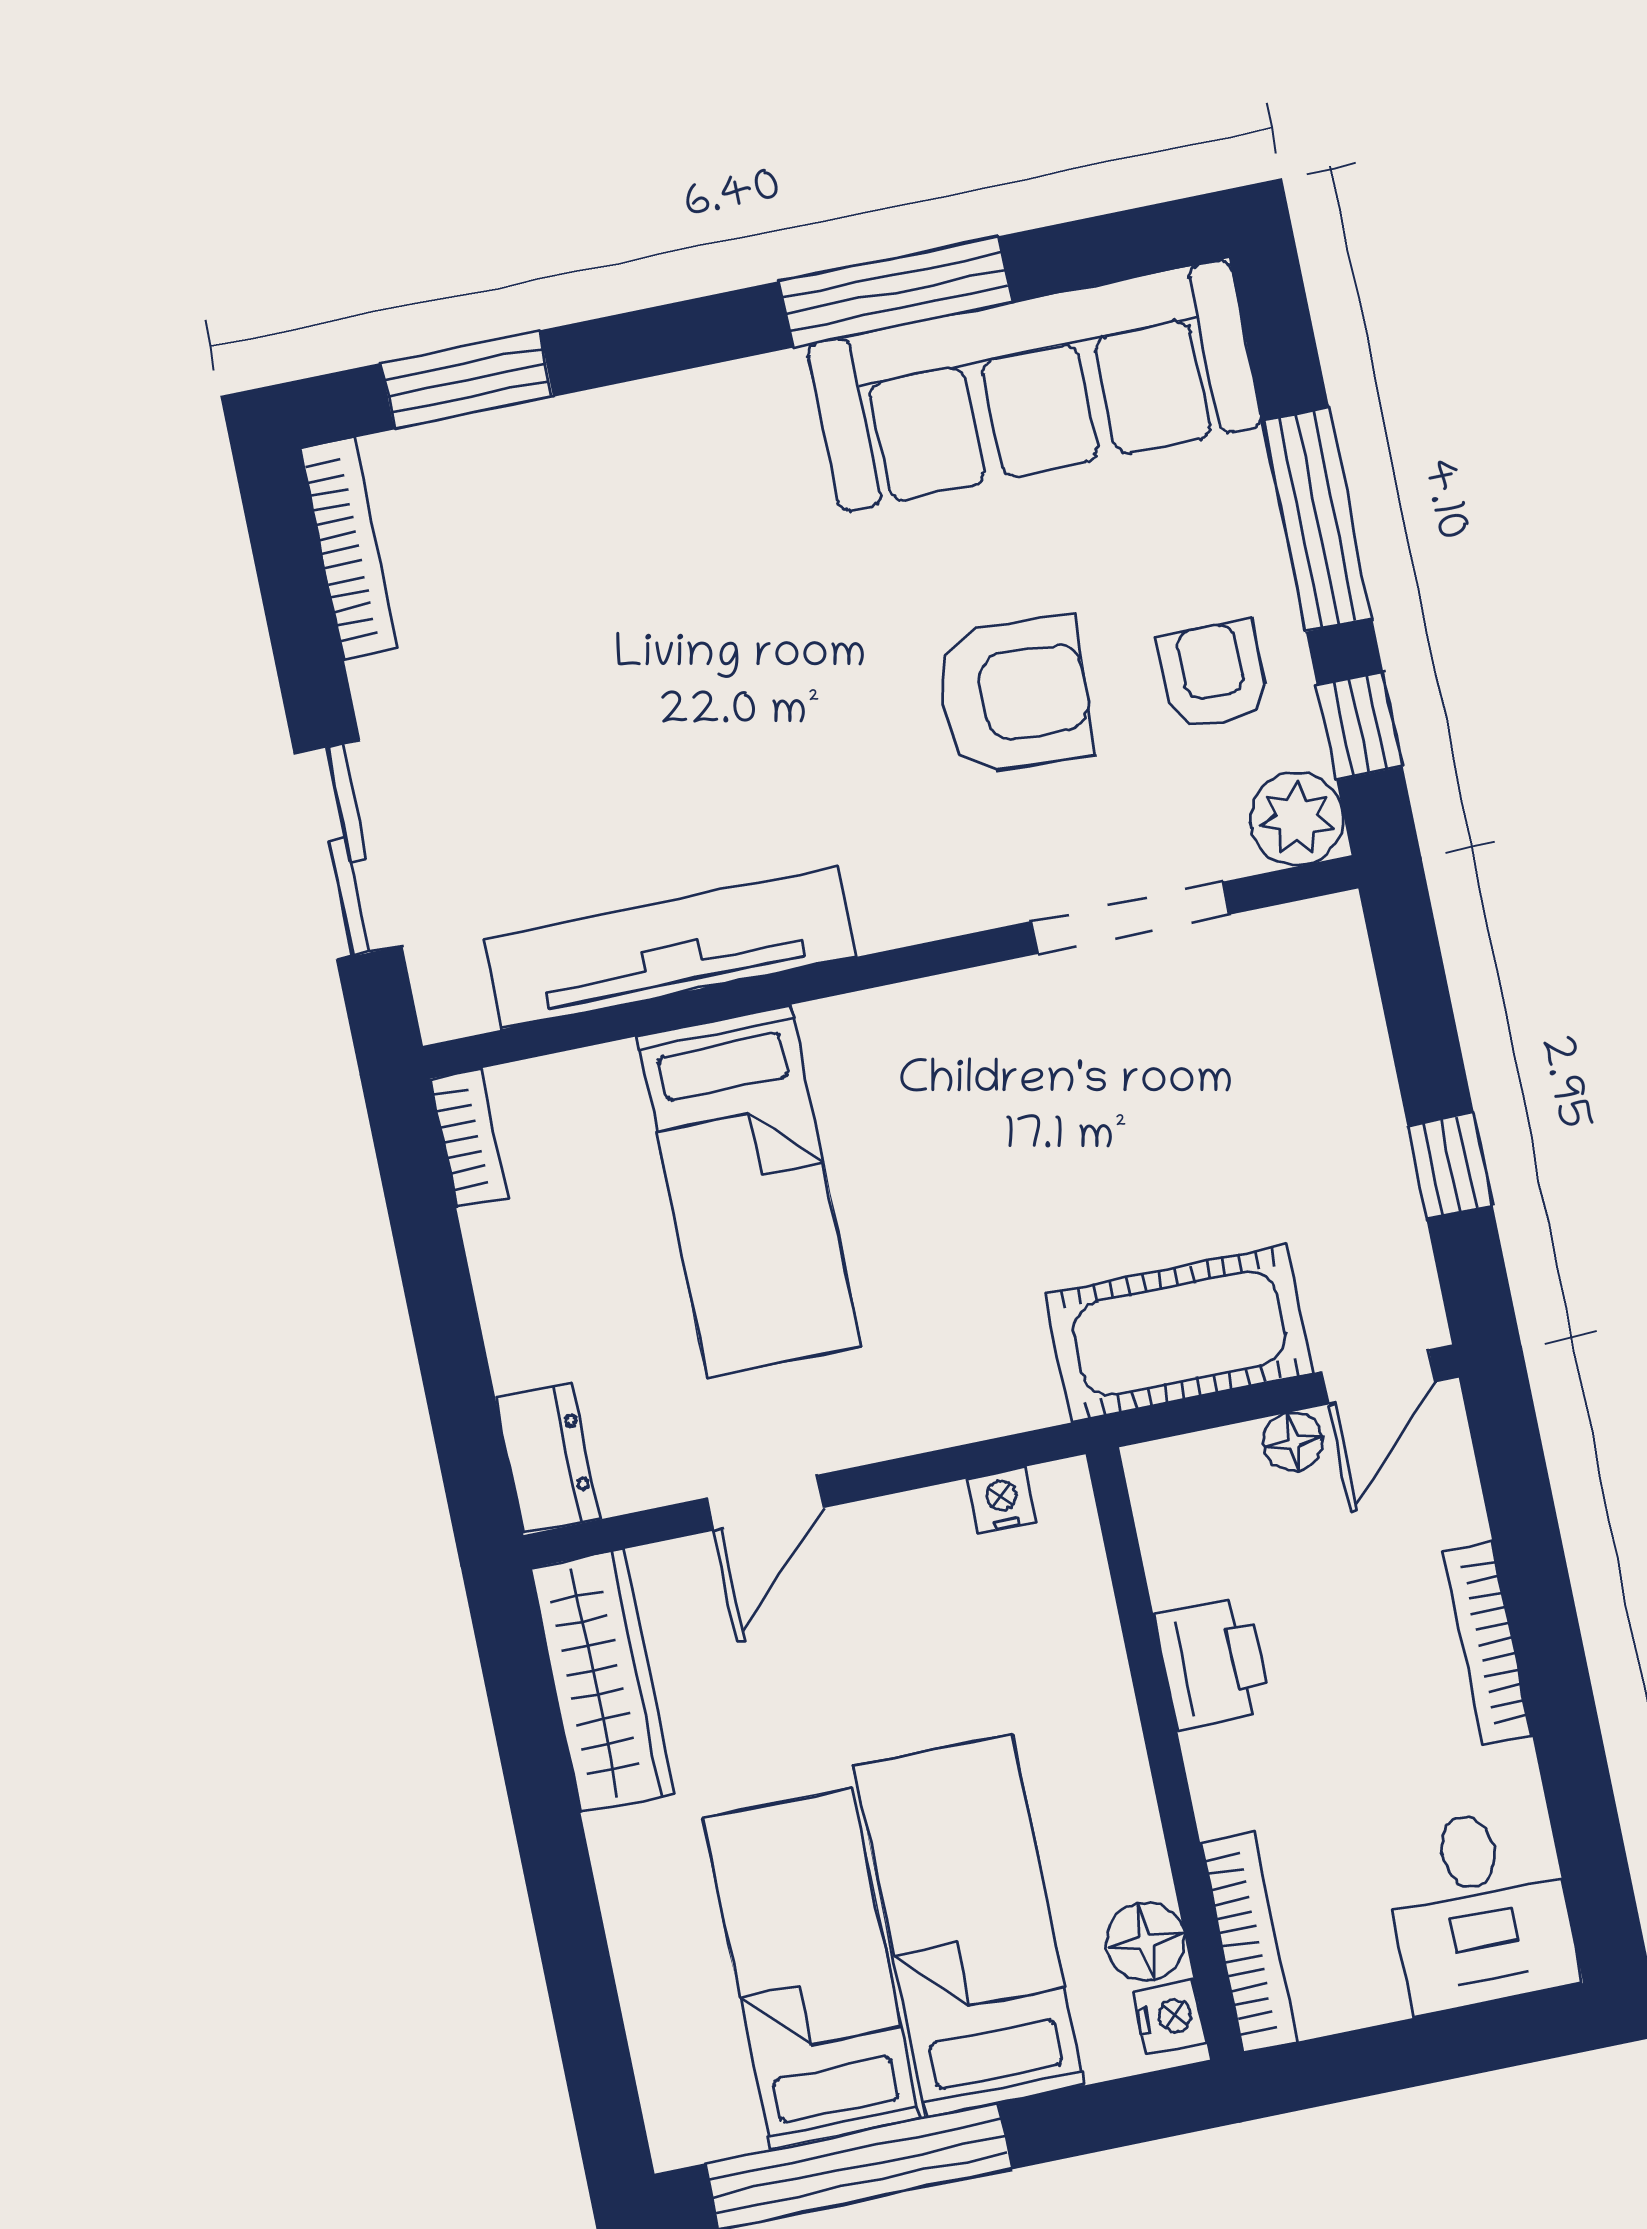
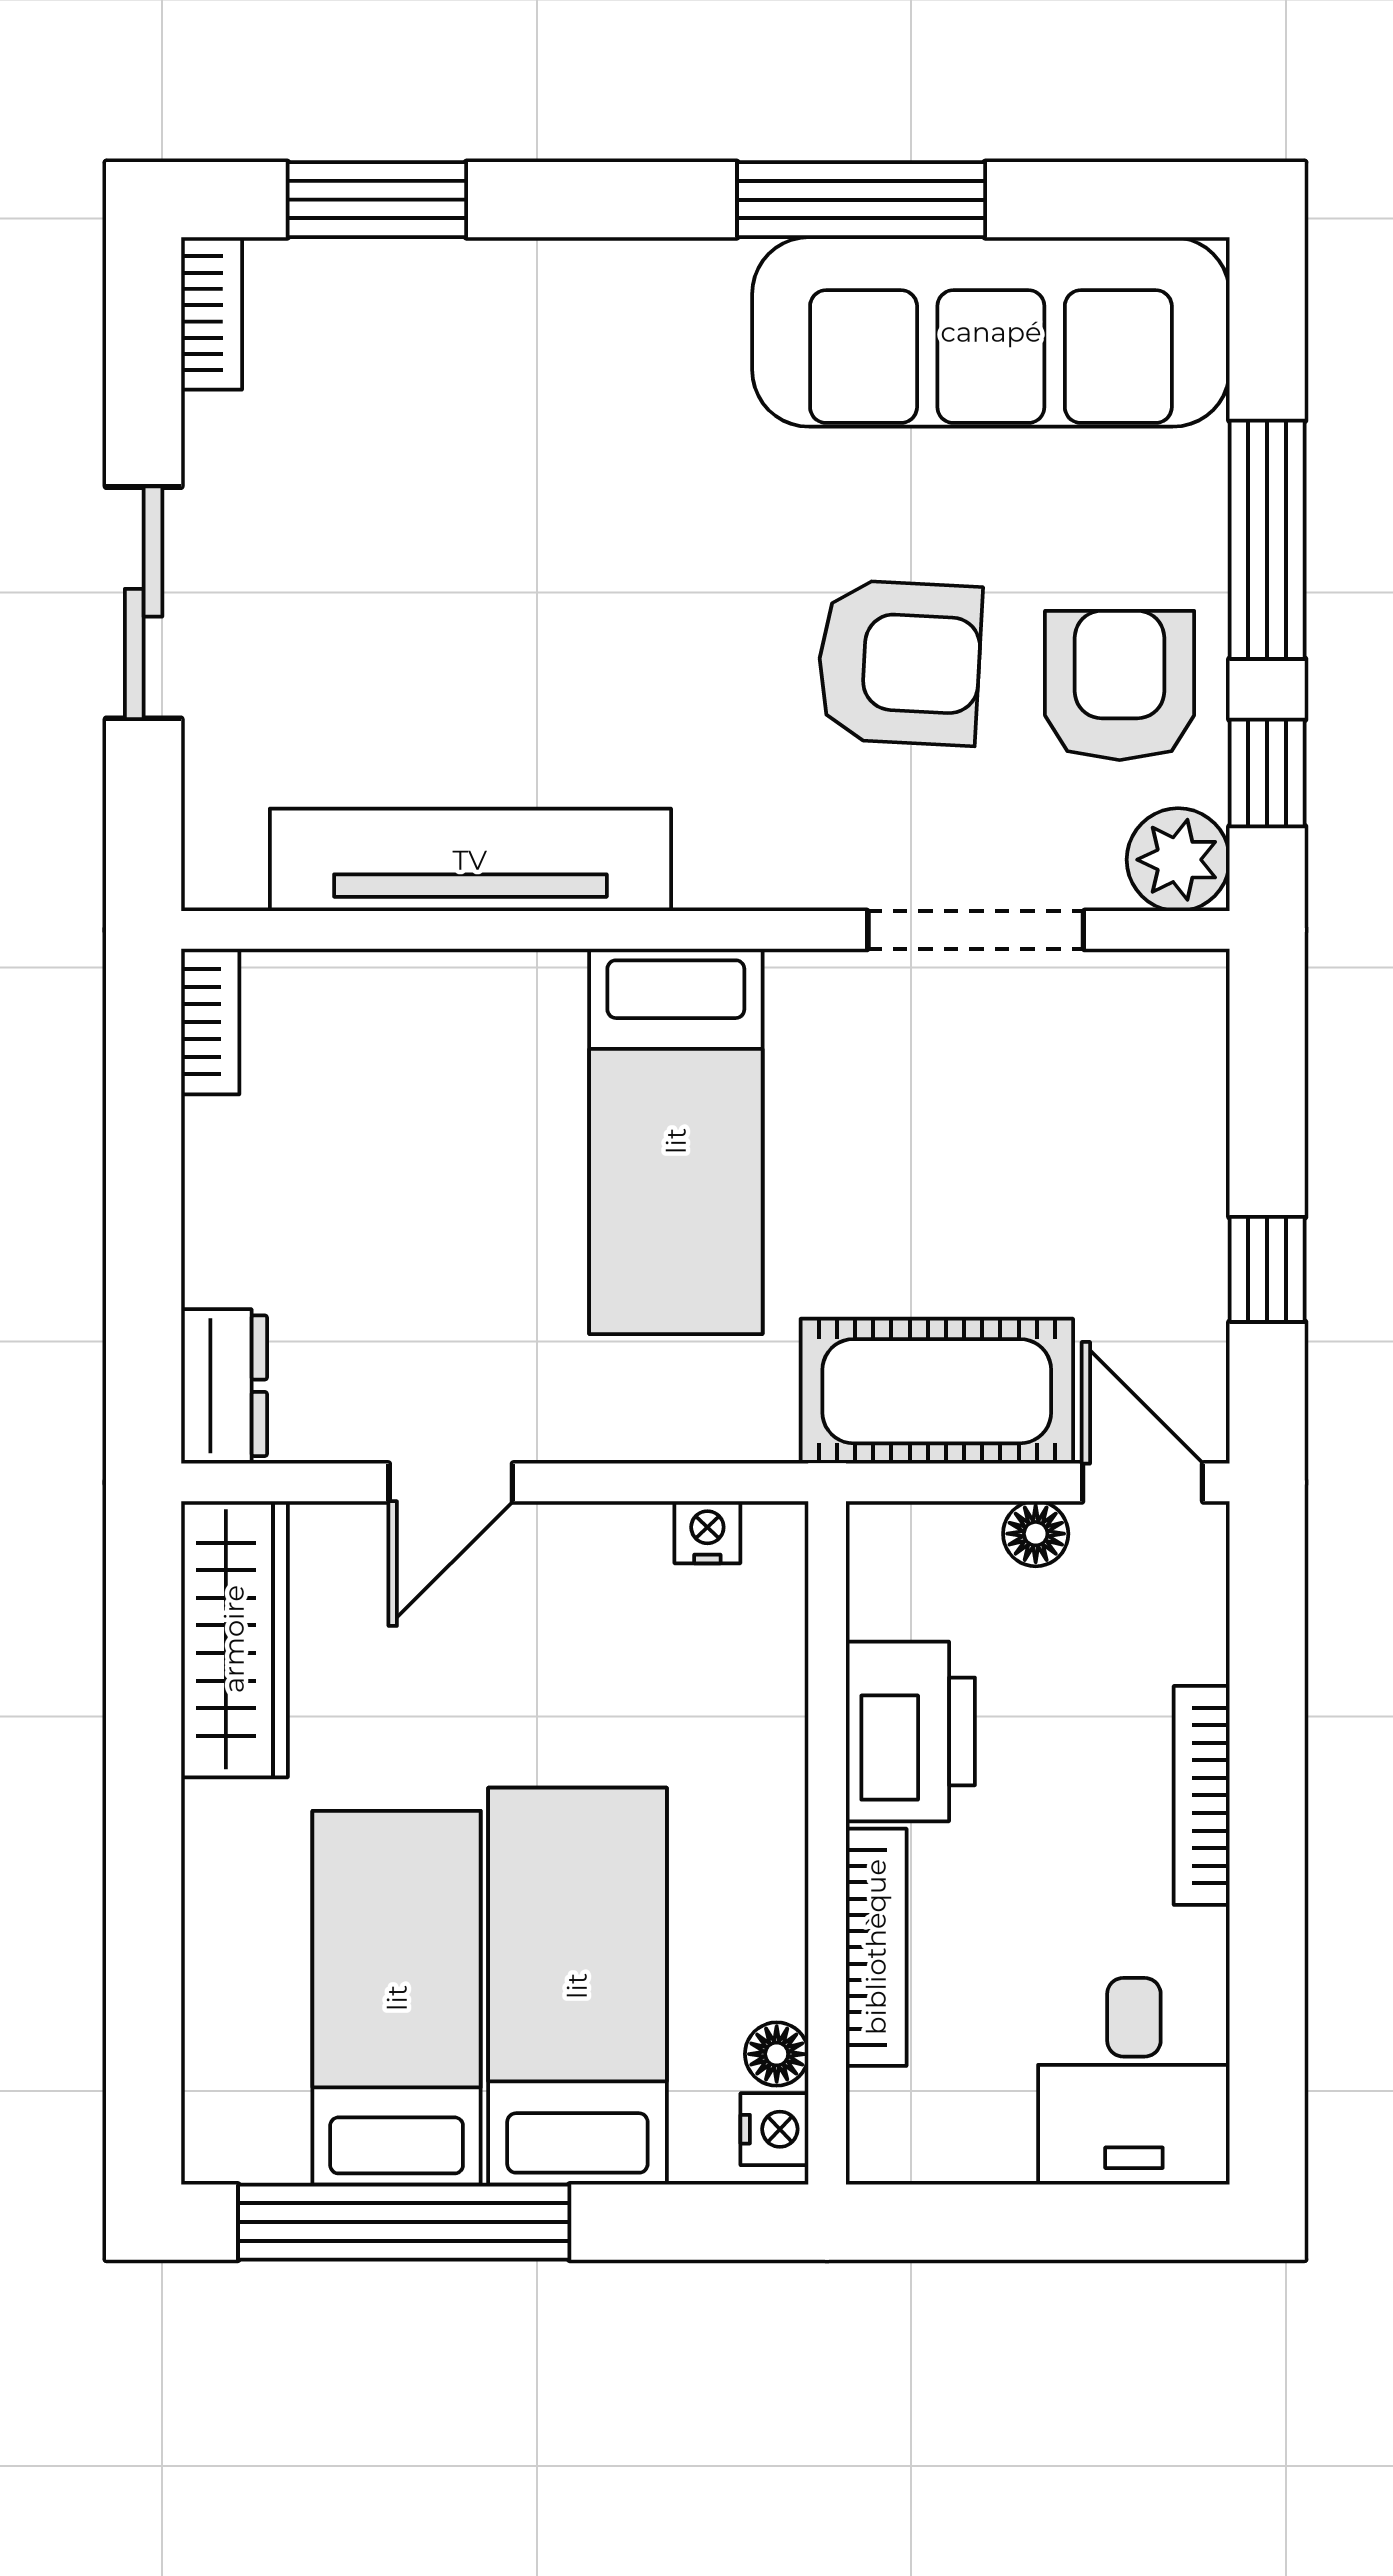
bookcase: (349, 549) -> (212, 313), width x0.64
armchair: (1213, 675) -> (1120, 685), width x1.38, depth x1.38
sliding door: (348, 850) -> (144, 603), moved
bed: (749, 1191) -> (676, 1141), moved
door: (1378, 1377) -> (1143, 1482), swing flipped
printer: (1213, 1663) -> (910, 1731), width x1.37, depth x1.19
floor lamp: (1146, 1941) -> (777, 2054), width x0.73, depth x0.73
bookcase: (1249, 1942) -> (876, 1947), moved

